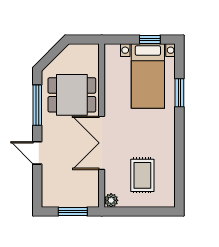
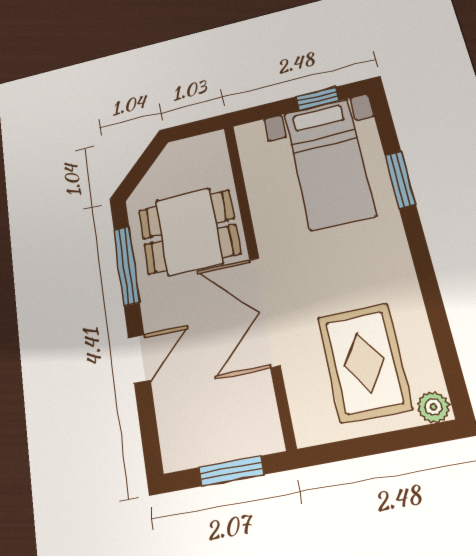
door: (37, 153) -> (139, 359), swing flipped
rug: (142, 175) -> (364, 362), width x1.36, depth x1.43
plant: (111, 200) -> (433, 407), moved

